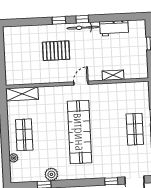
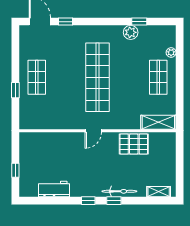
bicycle: (83, 28) -> (119, 191), moved
pallet: (56, 51) -> (134, 144), moved
shelving: (113, 75) -> (159, 192), moved

